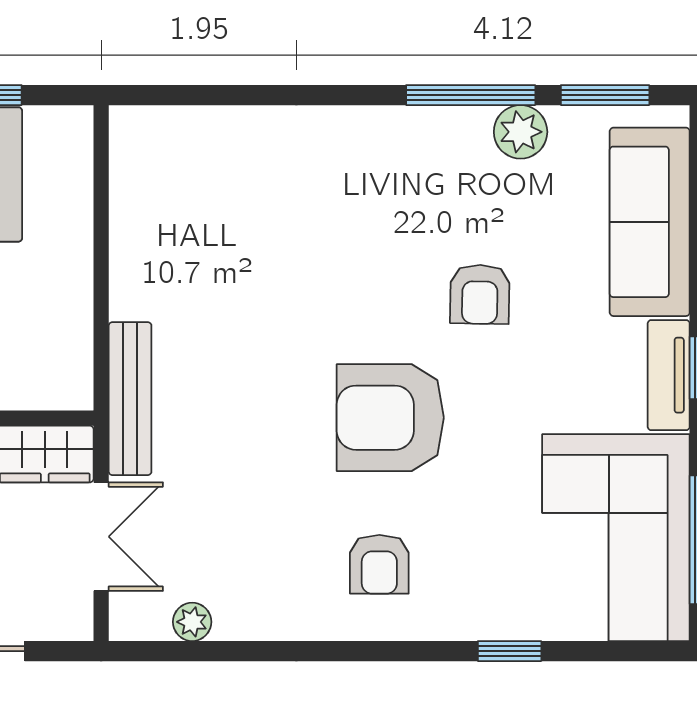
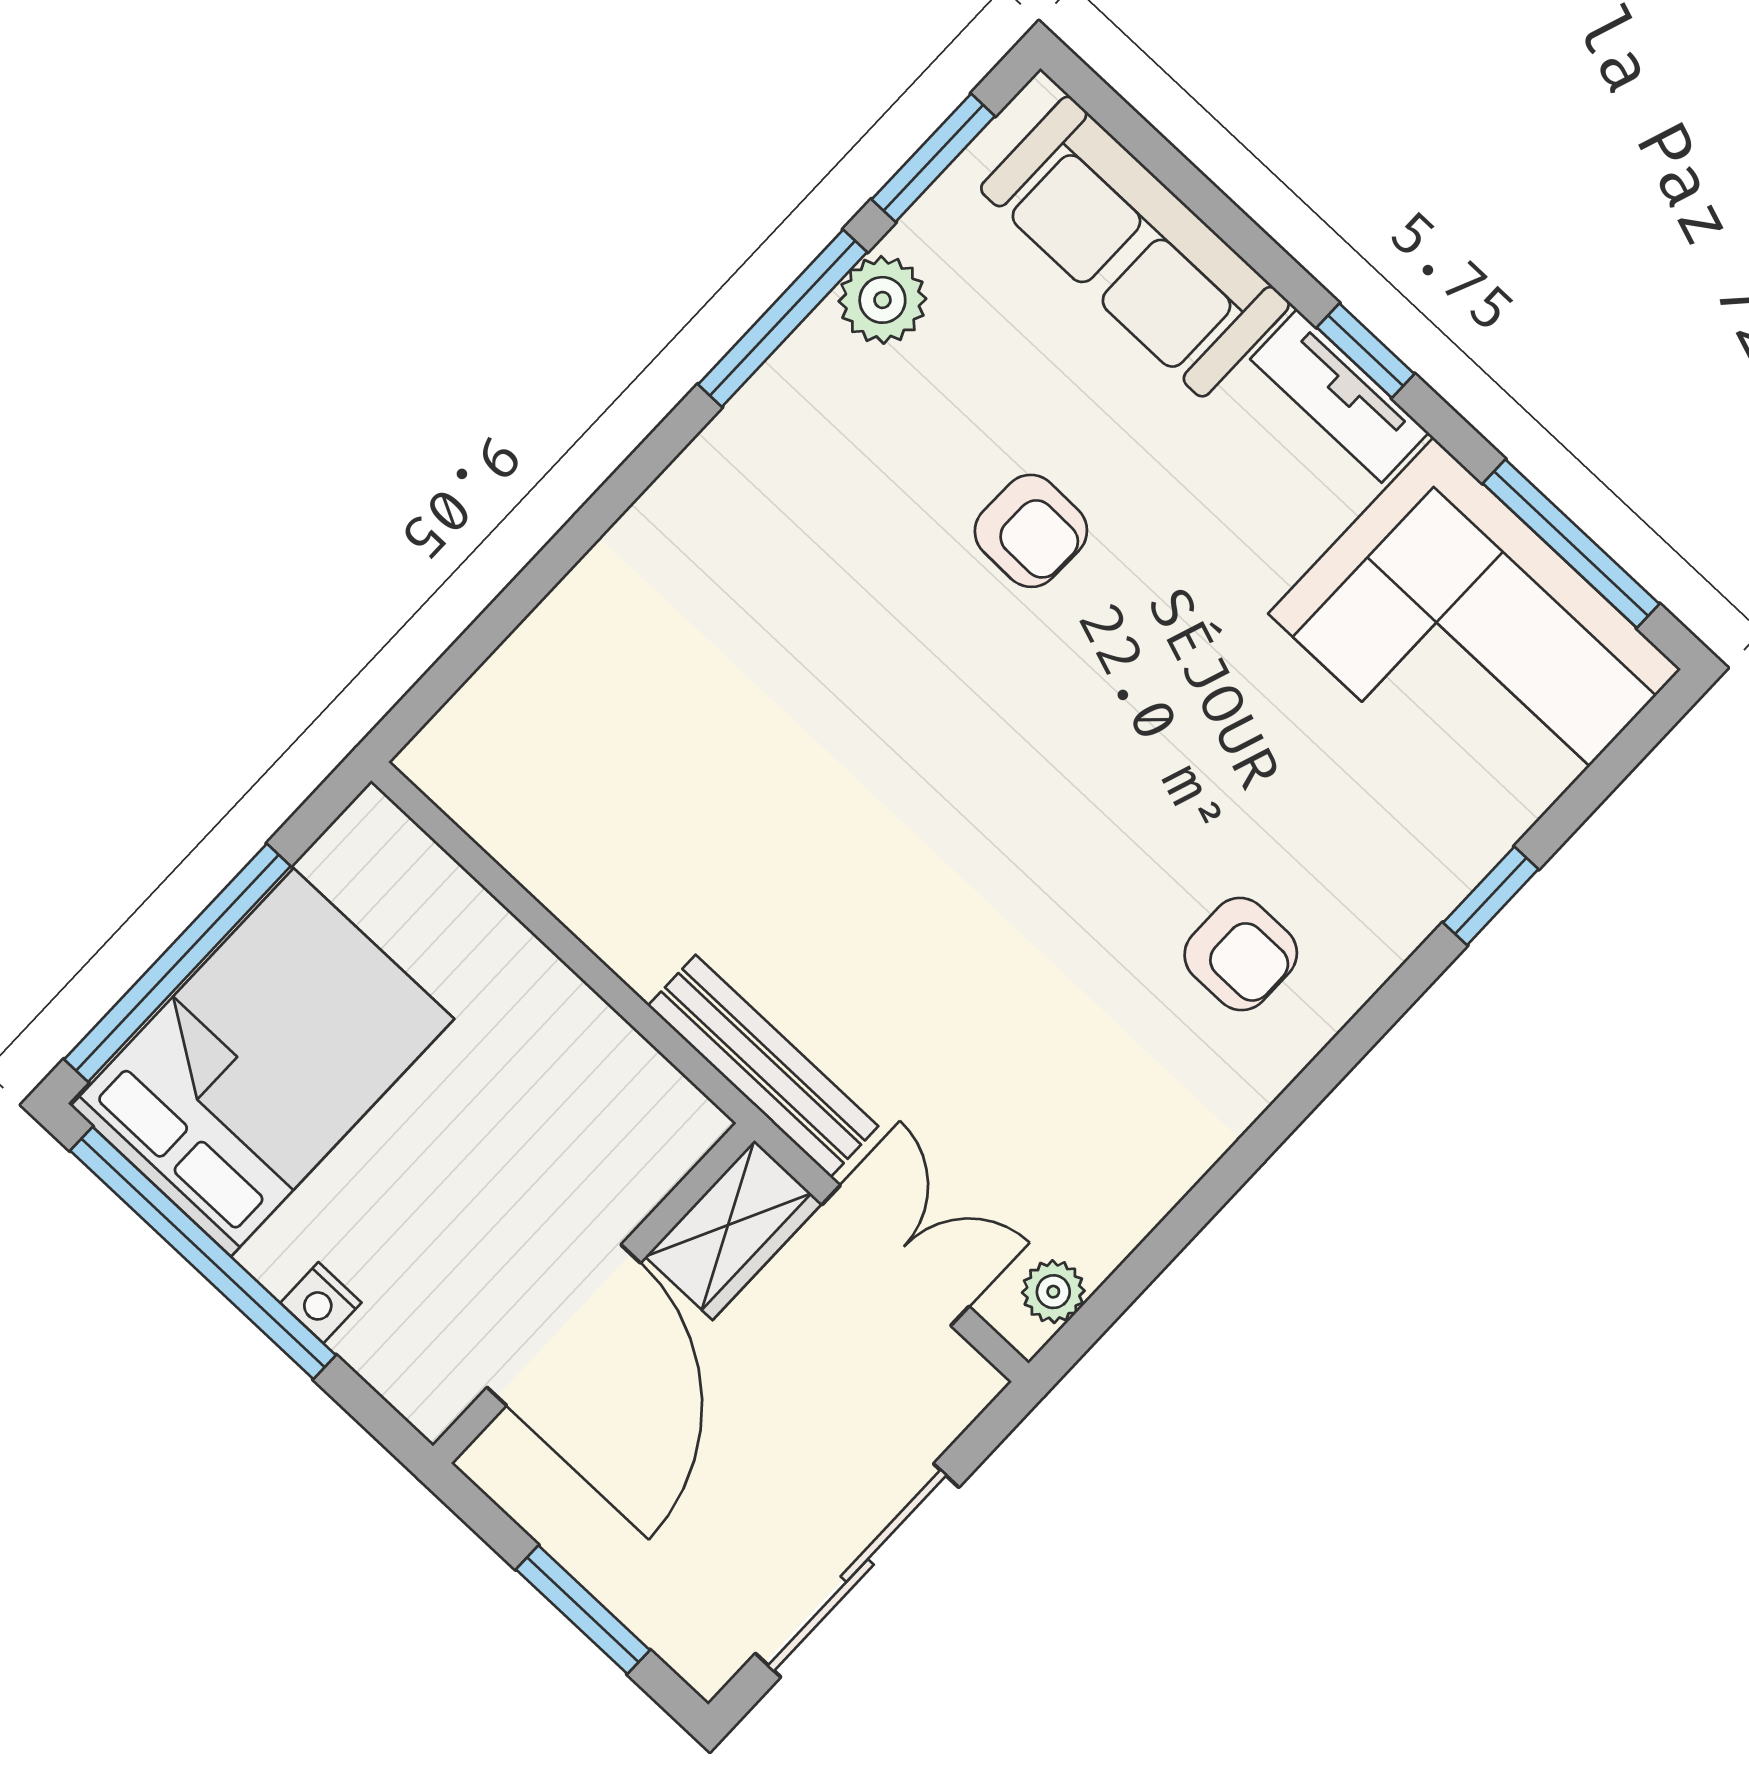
armchair: (390, 418) -> (1078, 776), removed
plant: (192, 622) -> (1053, 1292), moved

